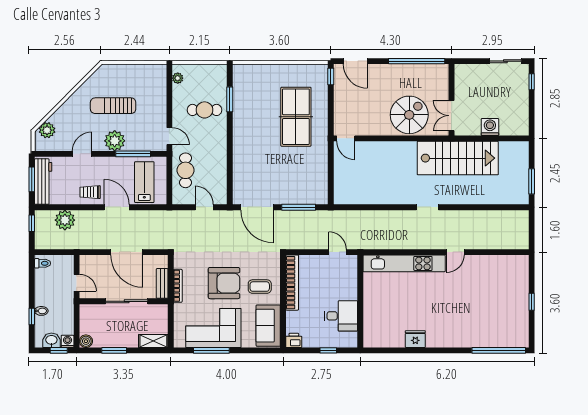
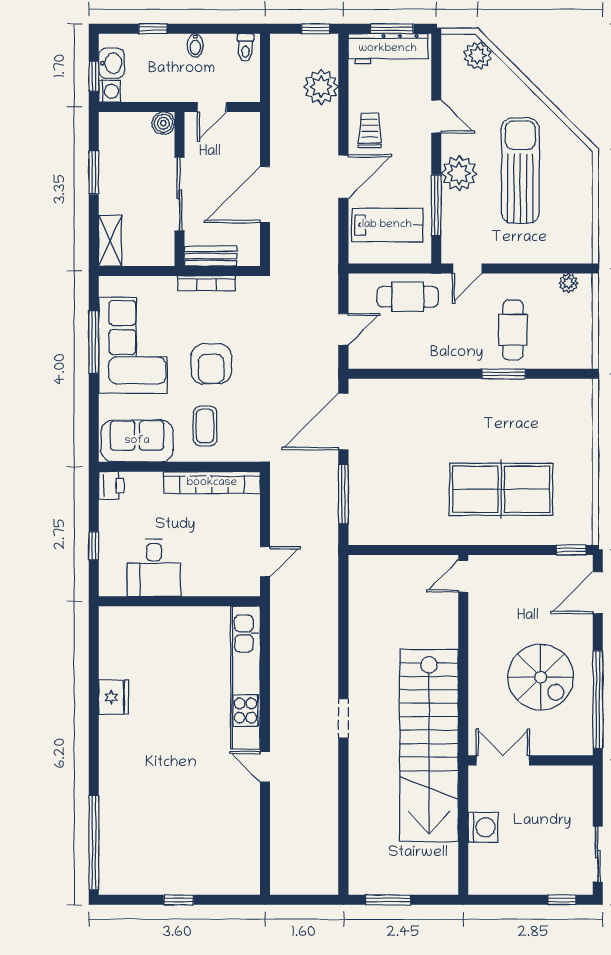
window: (230, 99) -> (504, 374), moved
sun lounger: (113, 106) -> (520, 171), width x1.36, depth x1.34
spiral stairs: (409, 115) -> (541, 677), moved
stairs: (458, 158) -> (429, 746), width x1.36
armchair: (224, 283) -> (211, 364), width x0.73, depth x0.73
bidet: (41, 311) -> (195, 45), moved
boiler: (86, 341) -> (163, 123), moved

